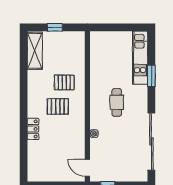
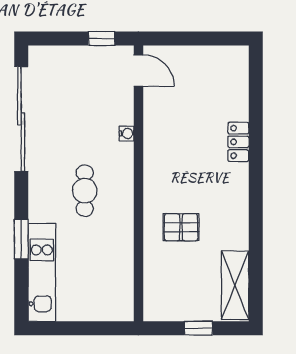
pallet: (58, 106) -> (193, 183), removed

